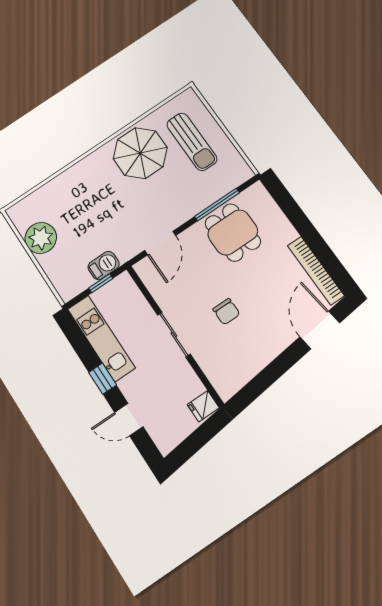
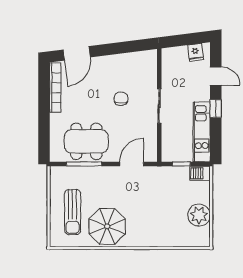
sun lounger: (192, 142) -> (73, 212), turned 180
dining table: (233, 232) -> (86, 141), width x1.38
barbecue: (104, 266) -> (200, 173), moved
fridge: (203, 406) -> (196, 52), moved, turned 83

